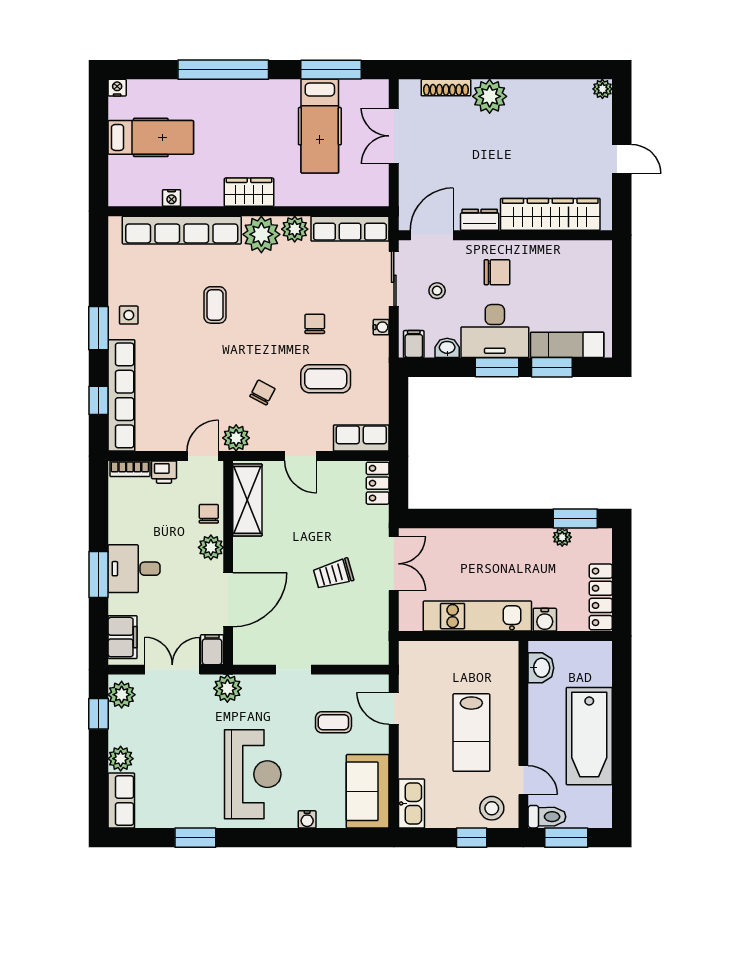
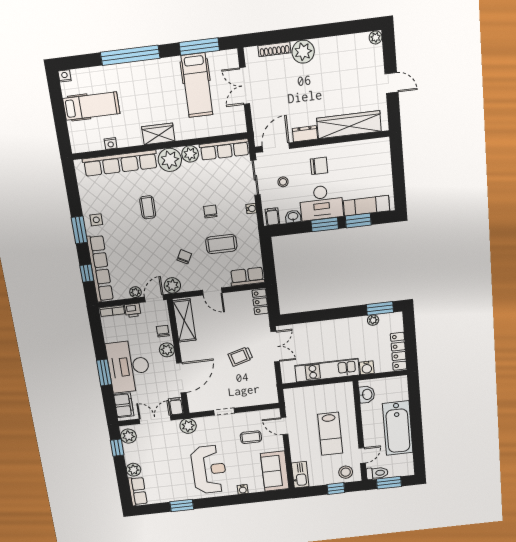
plant: (173, 442) -> (135, 292), added
desk: (134, 569) -> (129, 366), width x1.87, depth x1.30
door: (523, 780) -> (362, 456), hinge flipped

